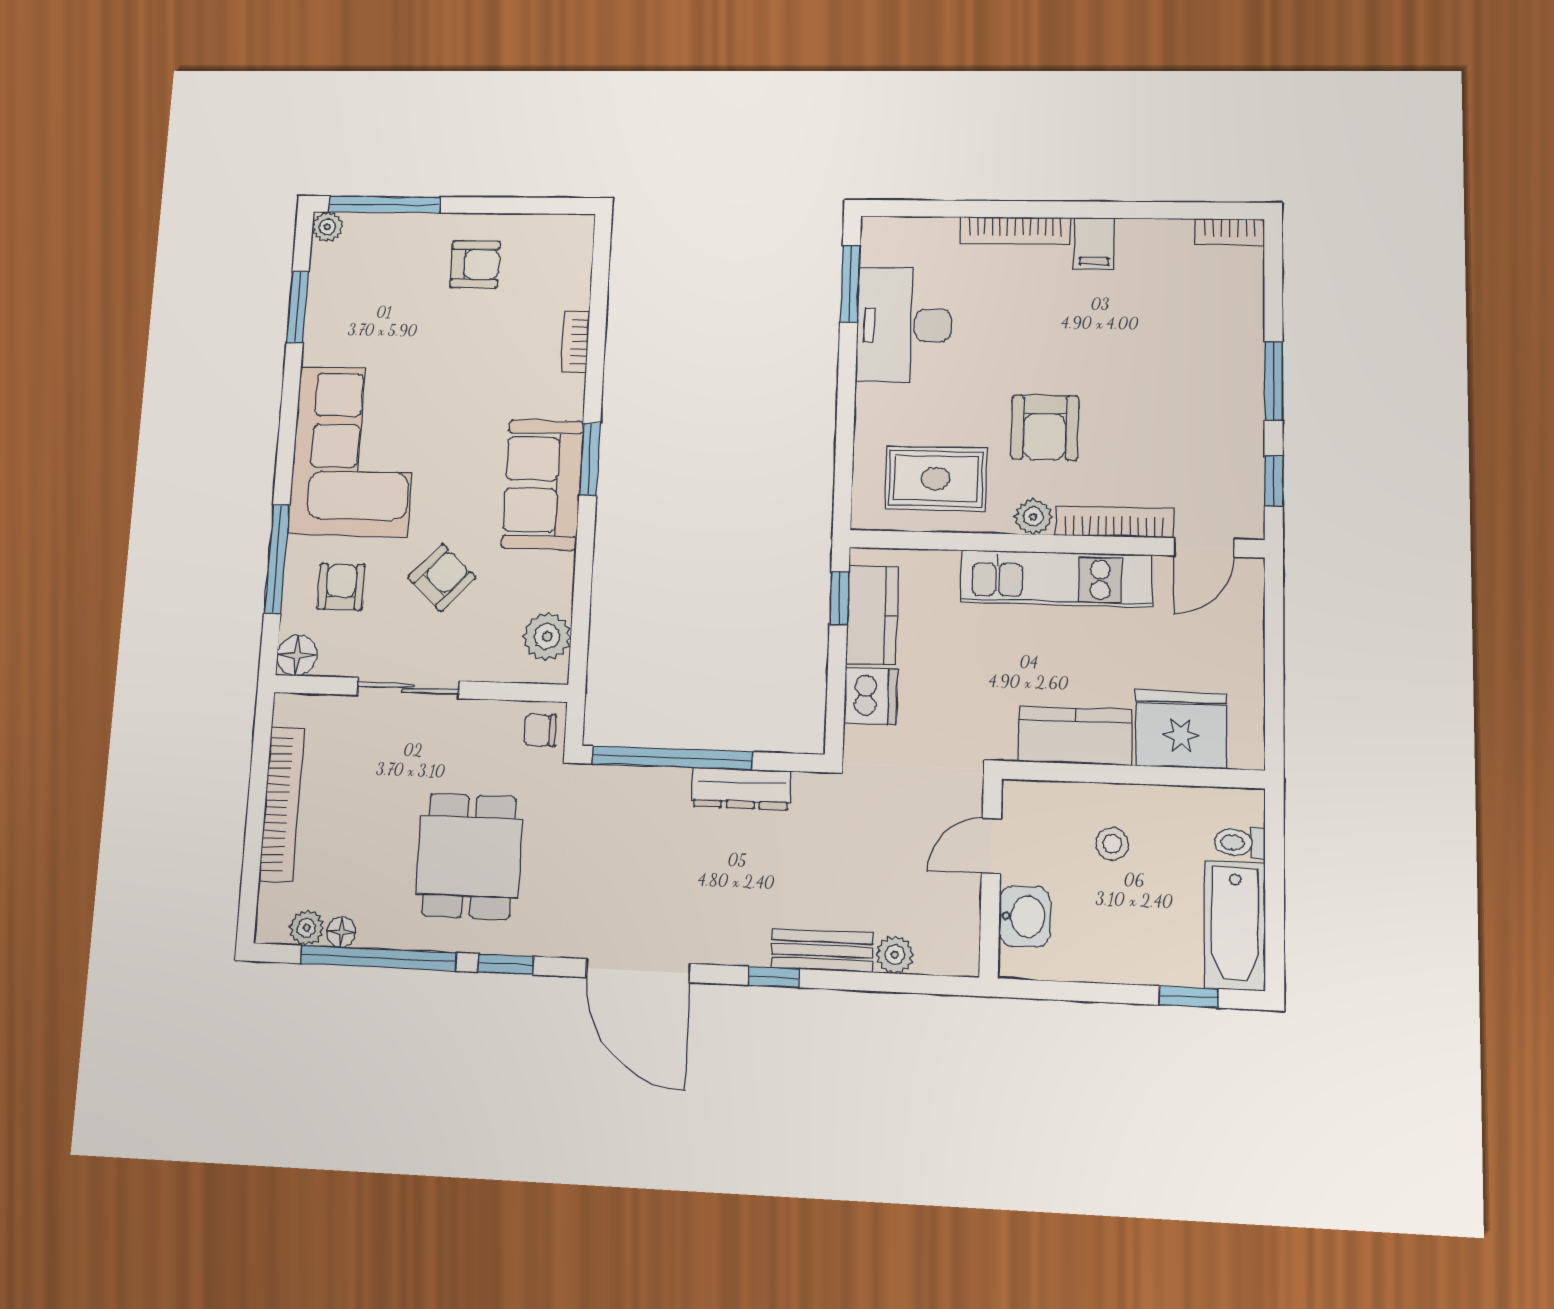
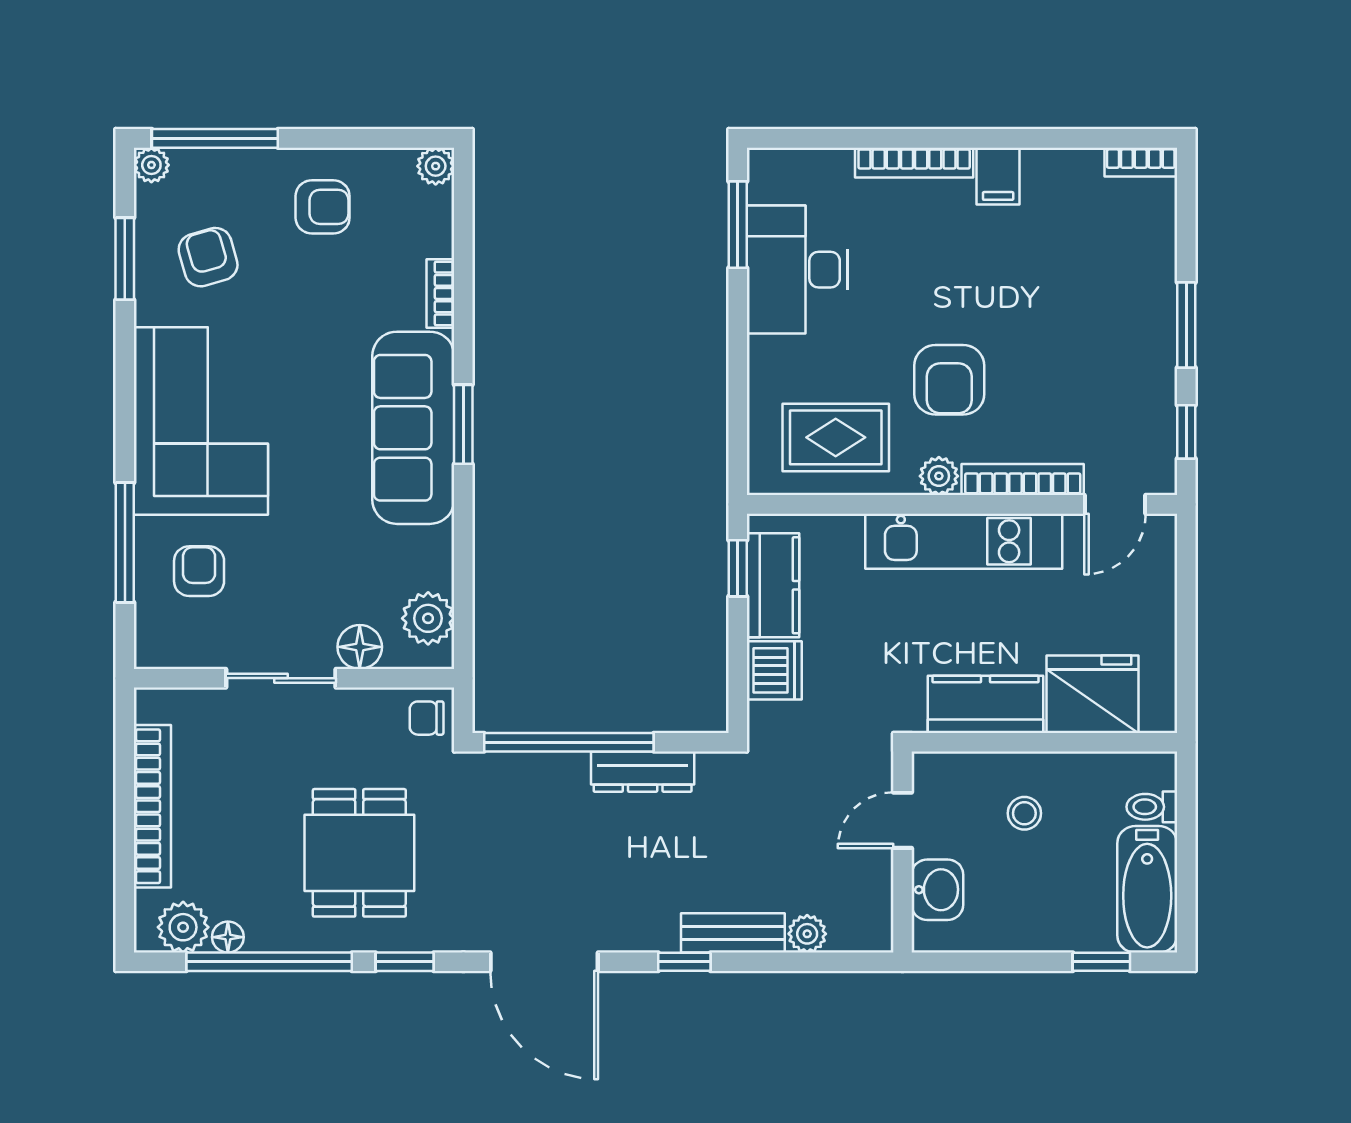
plant: (578, 230) -> (436, 166), added
sofa: (543, 485) -> (413, 428), width x1.36
armchair: (442, 578) -> (208, 257), moved, turned -59
floor lamp: (297, 655) -> (360, 647), moved
plant: (307, 928) -> (183, 927), width x1.38, depth x1.38

